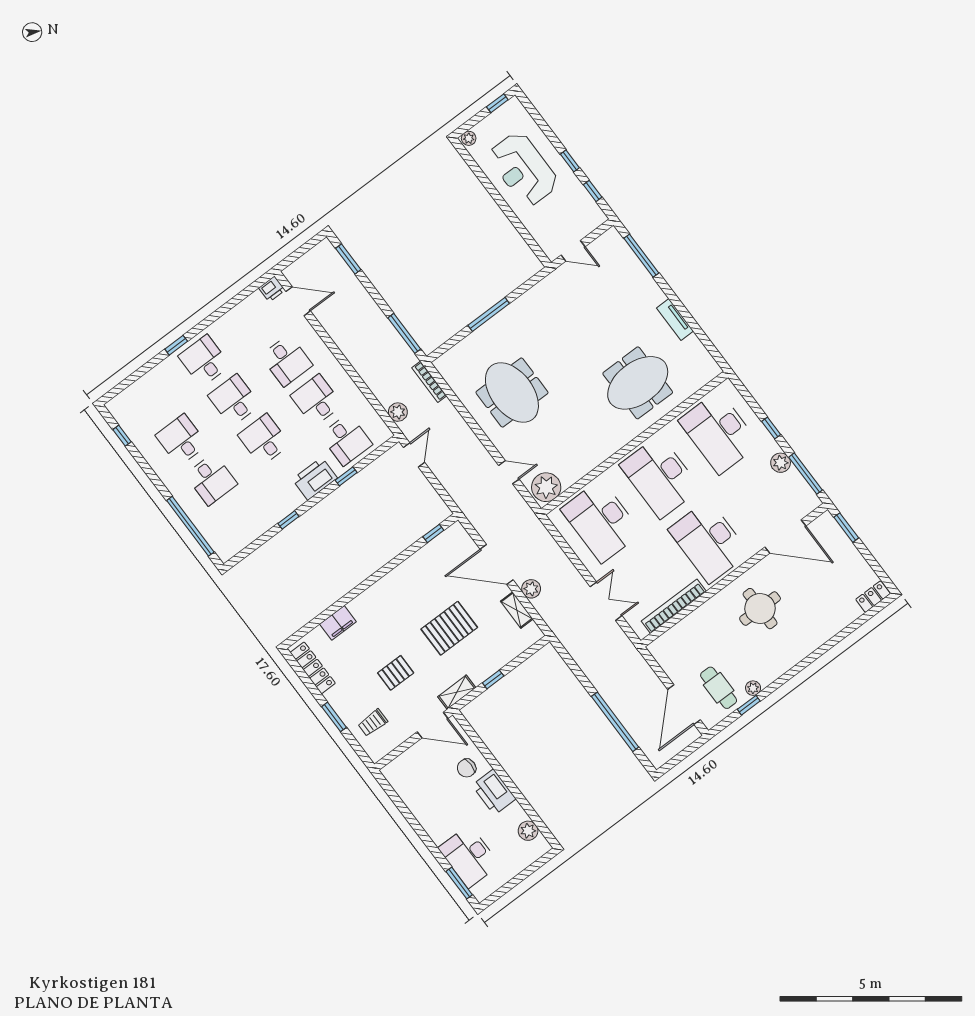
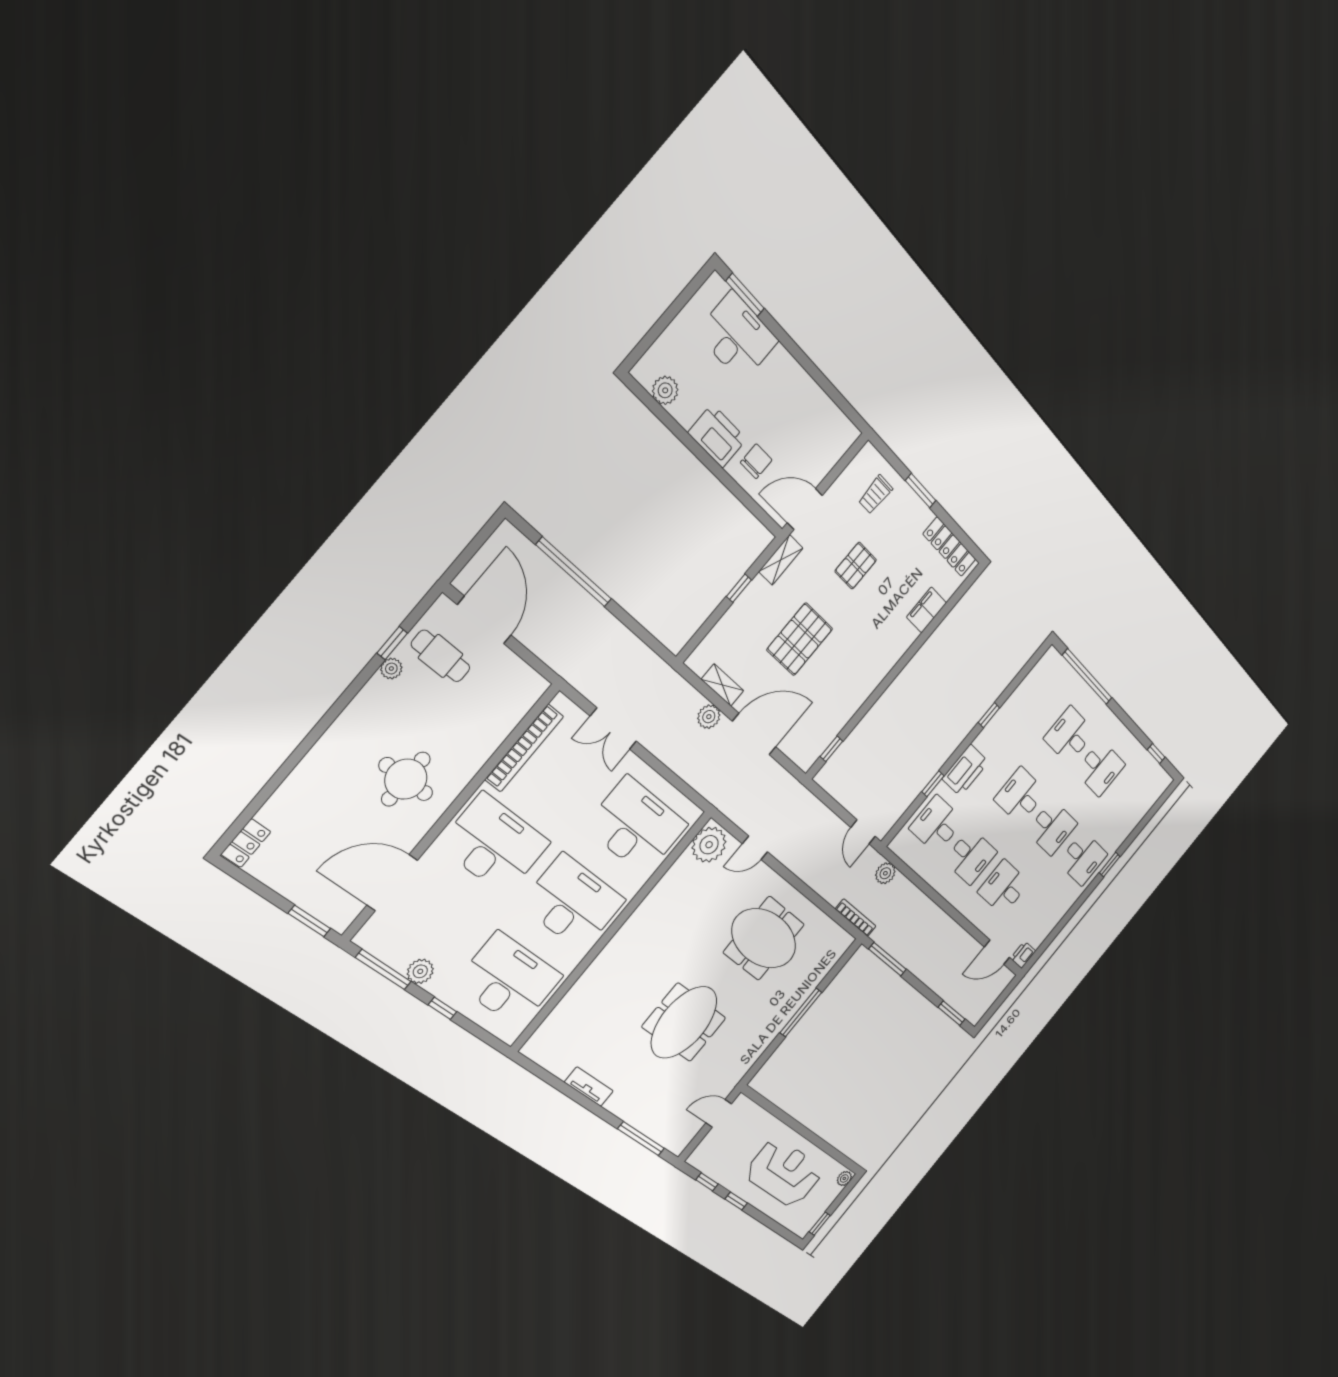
meeting table: (638, 383) -> (684, 1022), moved
desk: (264, 440) -> (1020, 796), turned 180
trolley: (373, 723) -> (876, 495), turned 180

